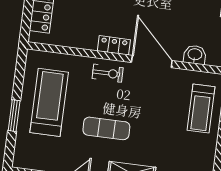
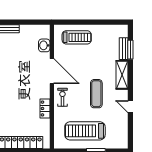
locker: (114, 45) -> (45, 108), moved
door: (152, 61) -> (52, 71), swing flipped

